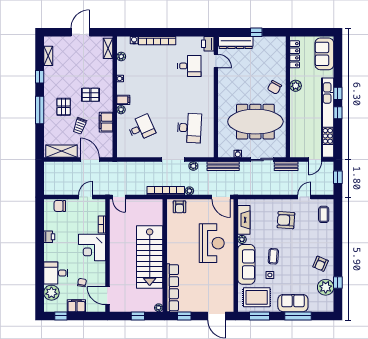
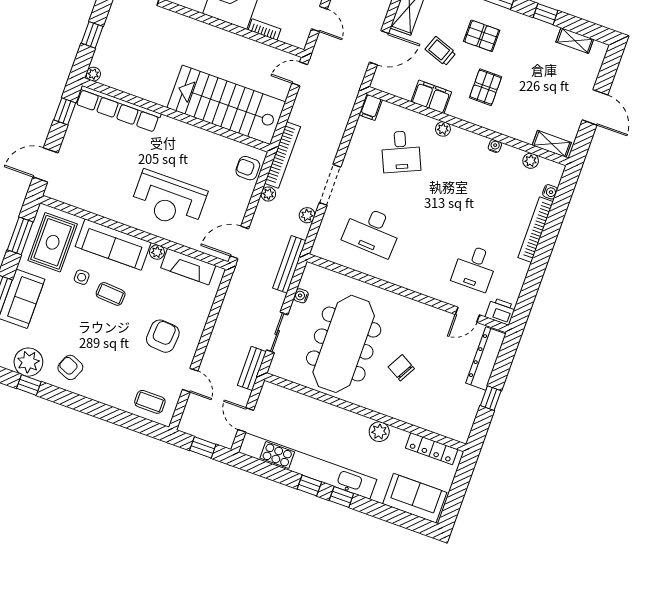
chair: (274, 87) -> (401, 368), moved
filing cabinet: (123, 100) -> (371, 107), moved
stairs: (150, 257) -> (226, 105), moved

